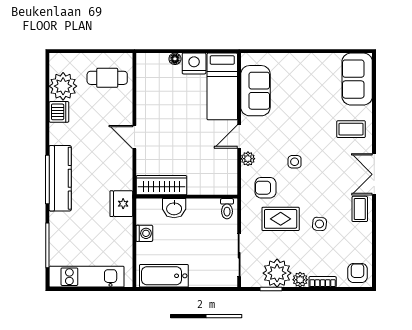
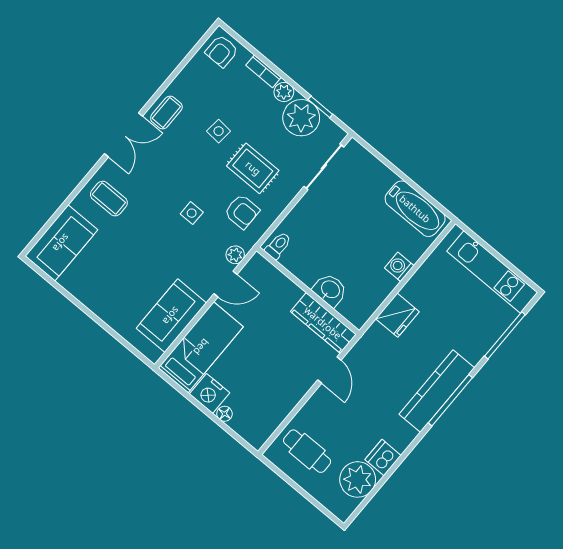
wardrobe: (162, 185) -> (323, 323), moved
wall: (187, 197) -> (308, 291), moved
washbasin: (174, 208) -> (330, 290), moved
toilet: (227, 209) -> (278, 245), moved

